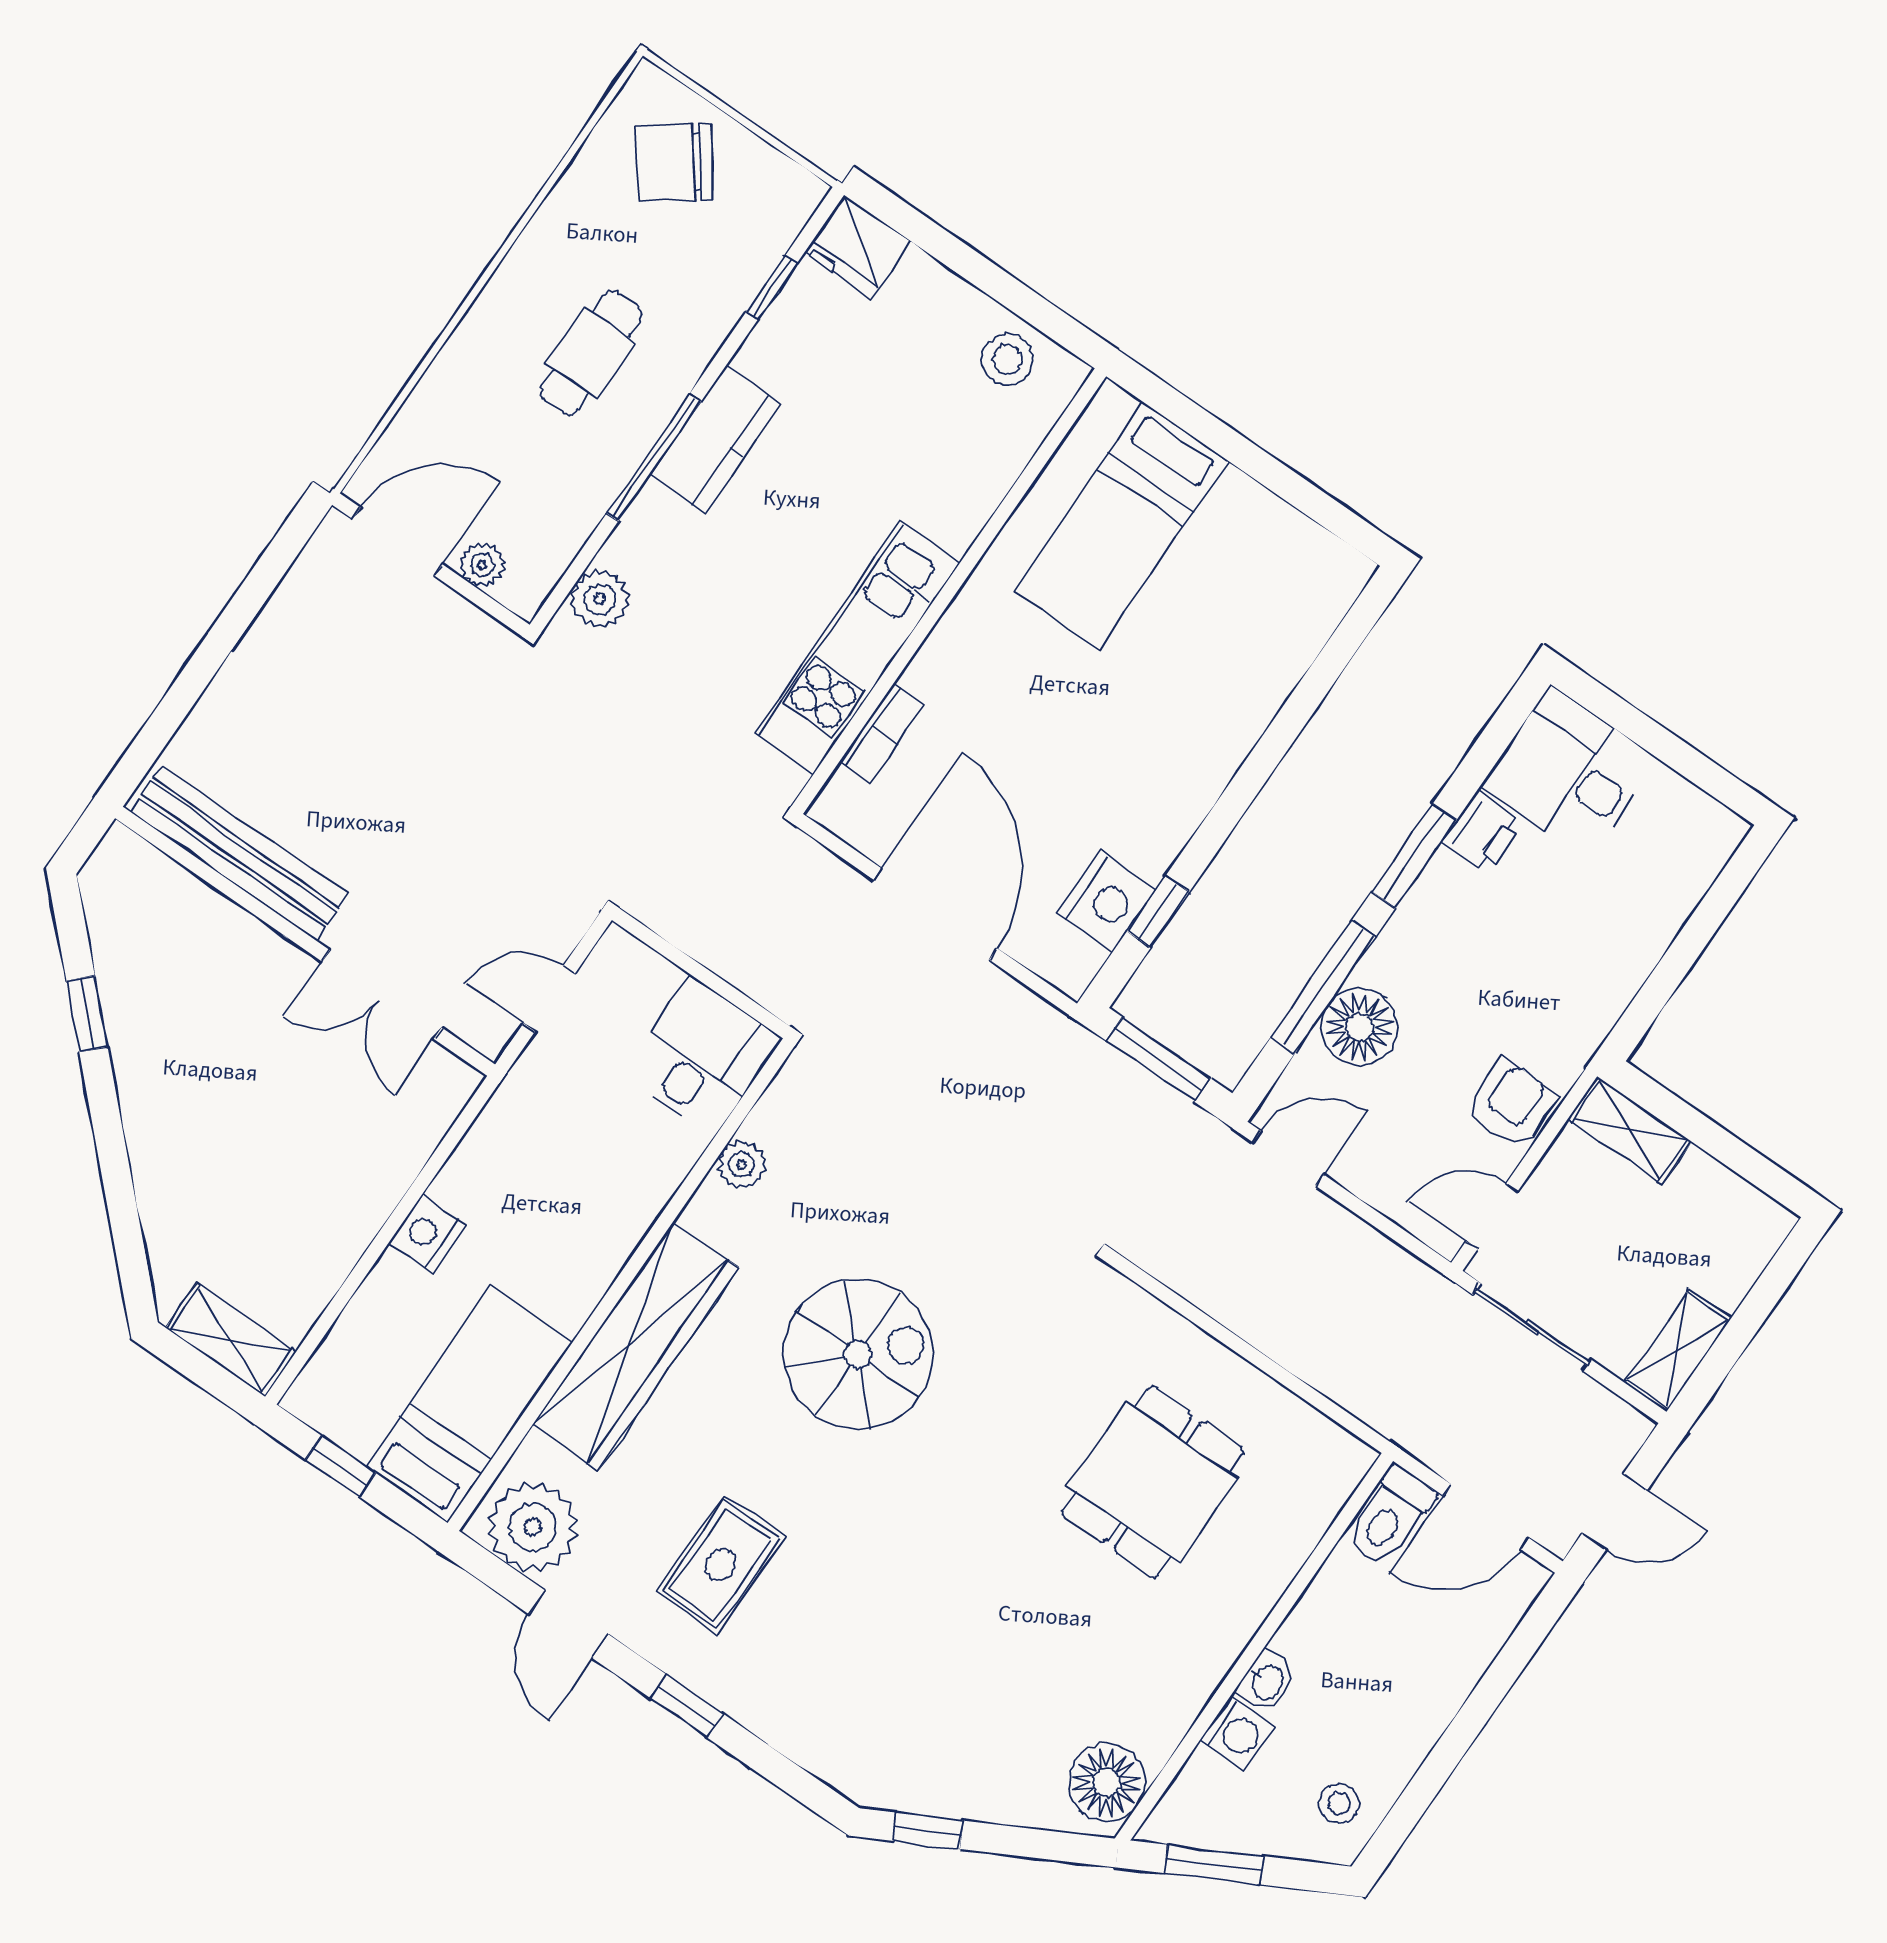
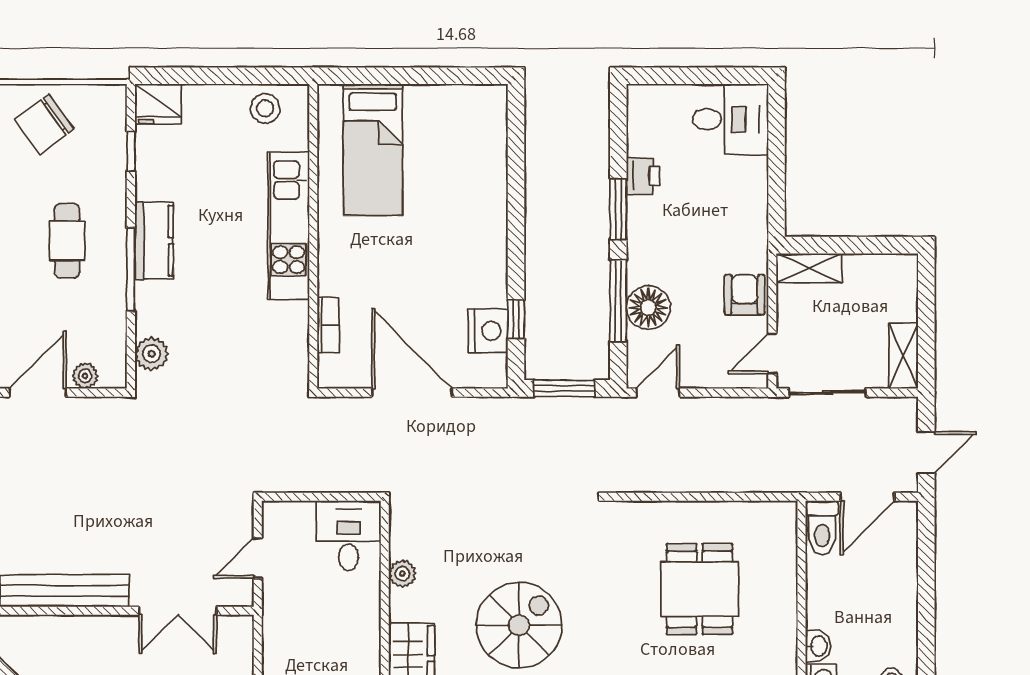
kitchen unit: (857, 648) -> (289, 226), moved
desk: (1569, 773) -> (730, 119), moved, turned 180

